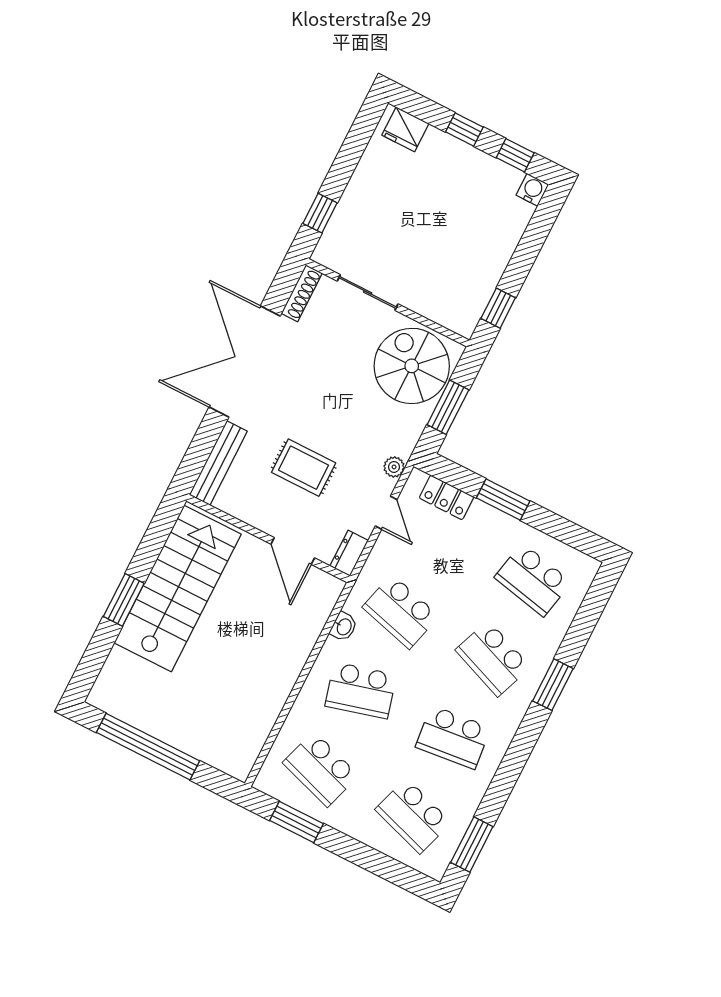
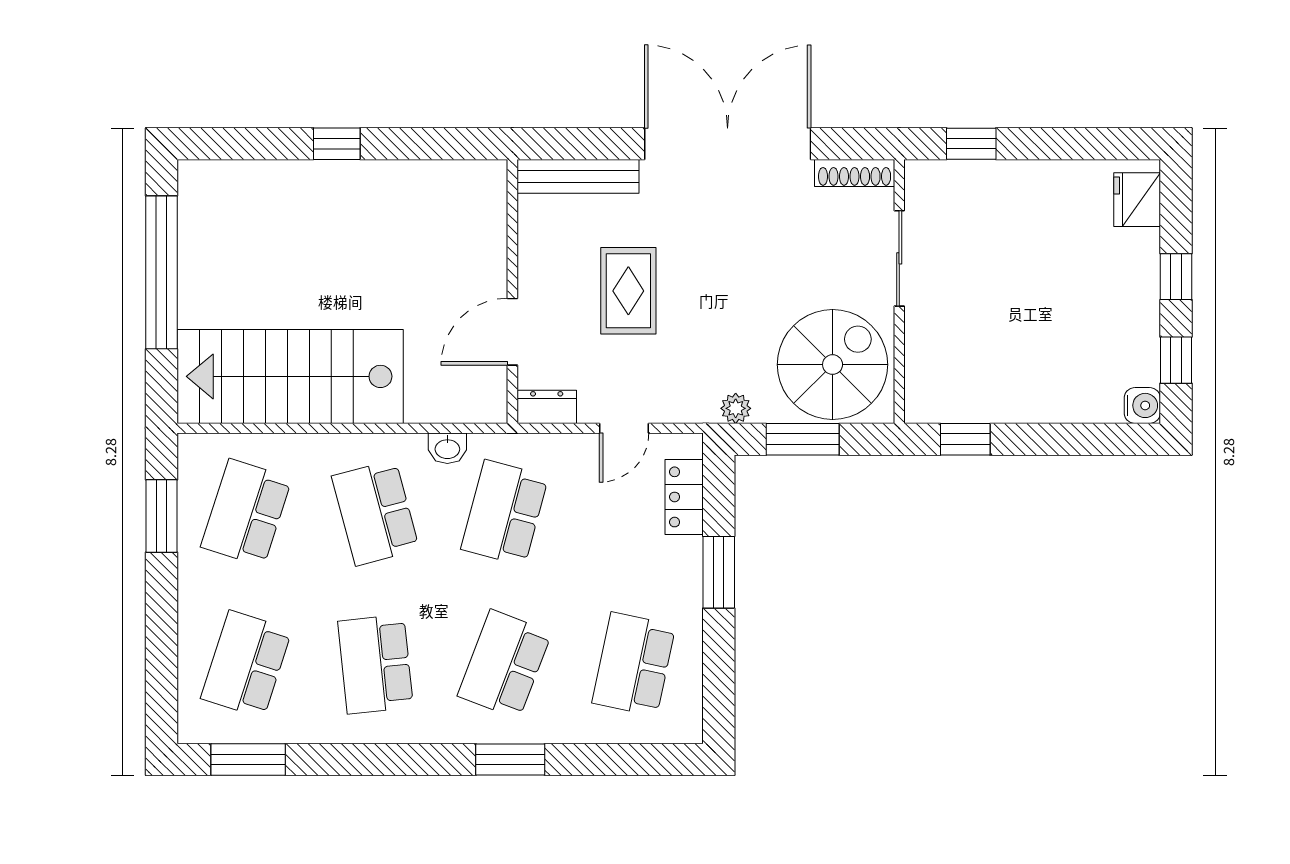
plant: (394, 467) -> (736, 408), moved
stairs: (178, 589) -> (290, 376), moved, turned 180
window: (124, 600) -> (337, 144), width x0.67

